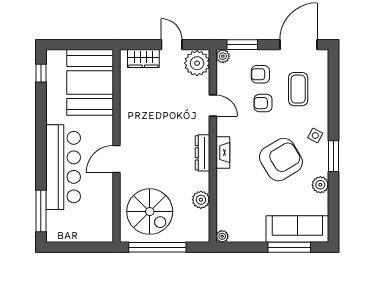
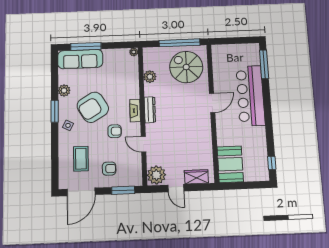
plant: (223, 56) -> (137, 181), removed
booth: (90, 82) -> (230, 164), width x0.73, depth x0.70
armchair: (263, 103) -> (115, 131), moved

